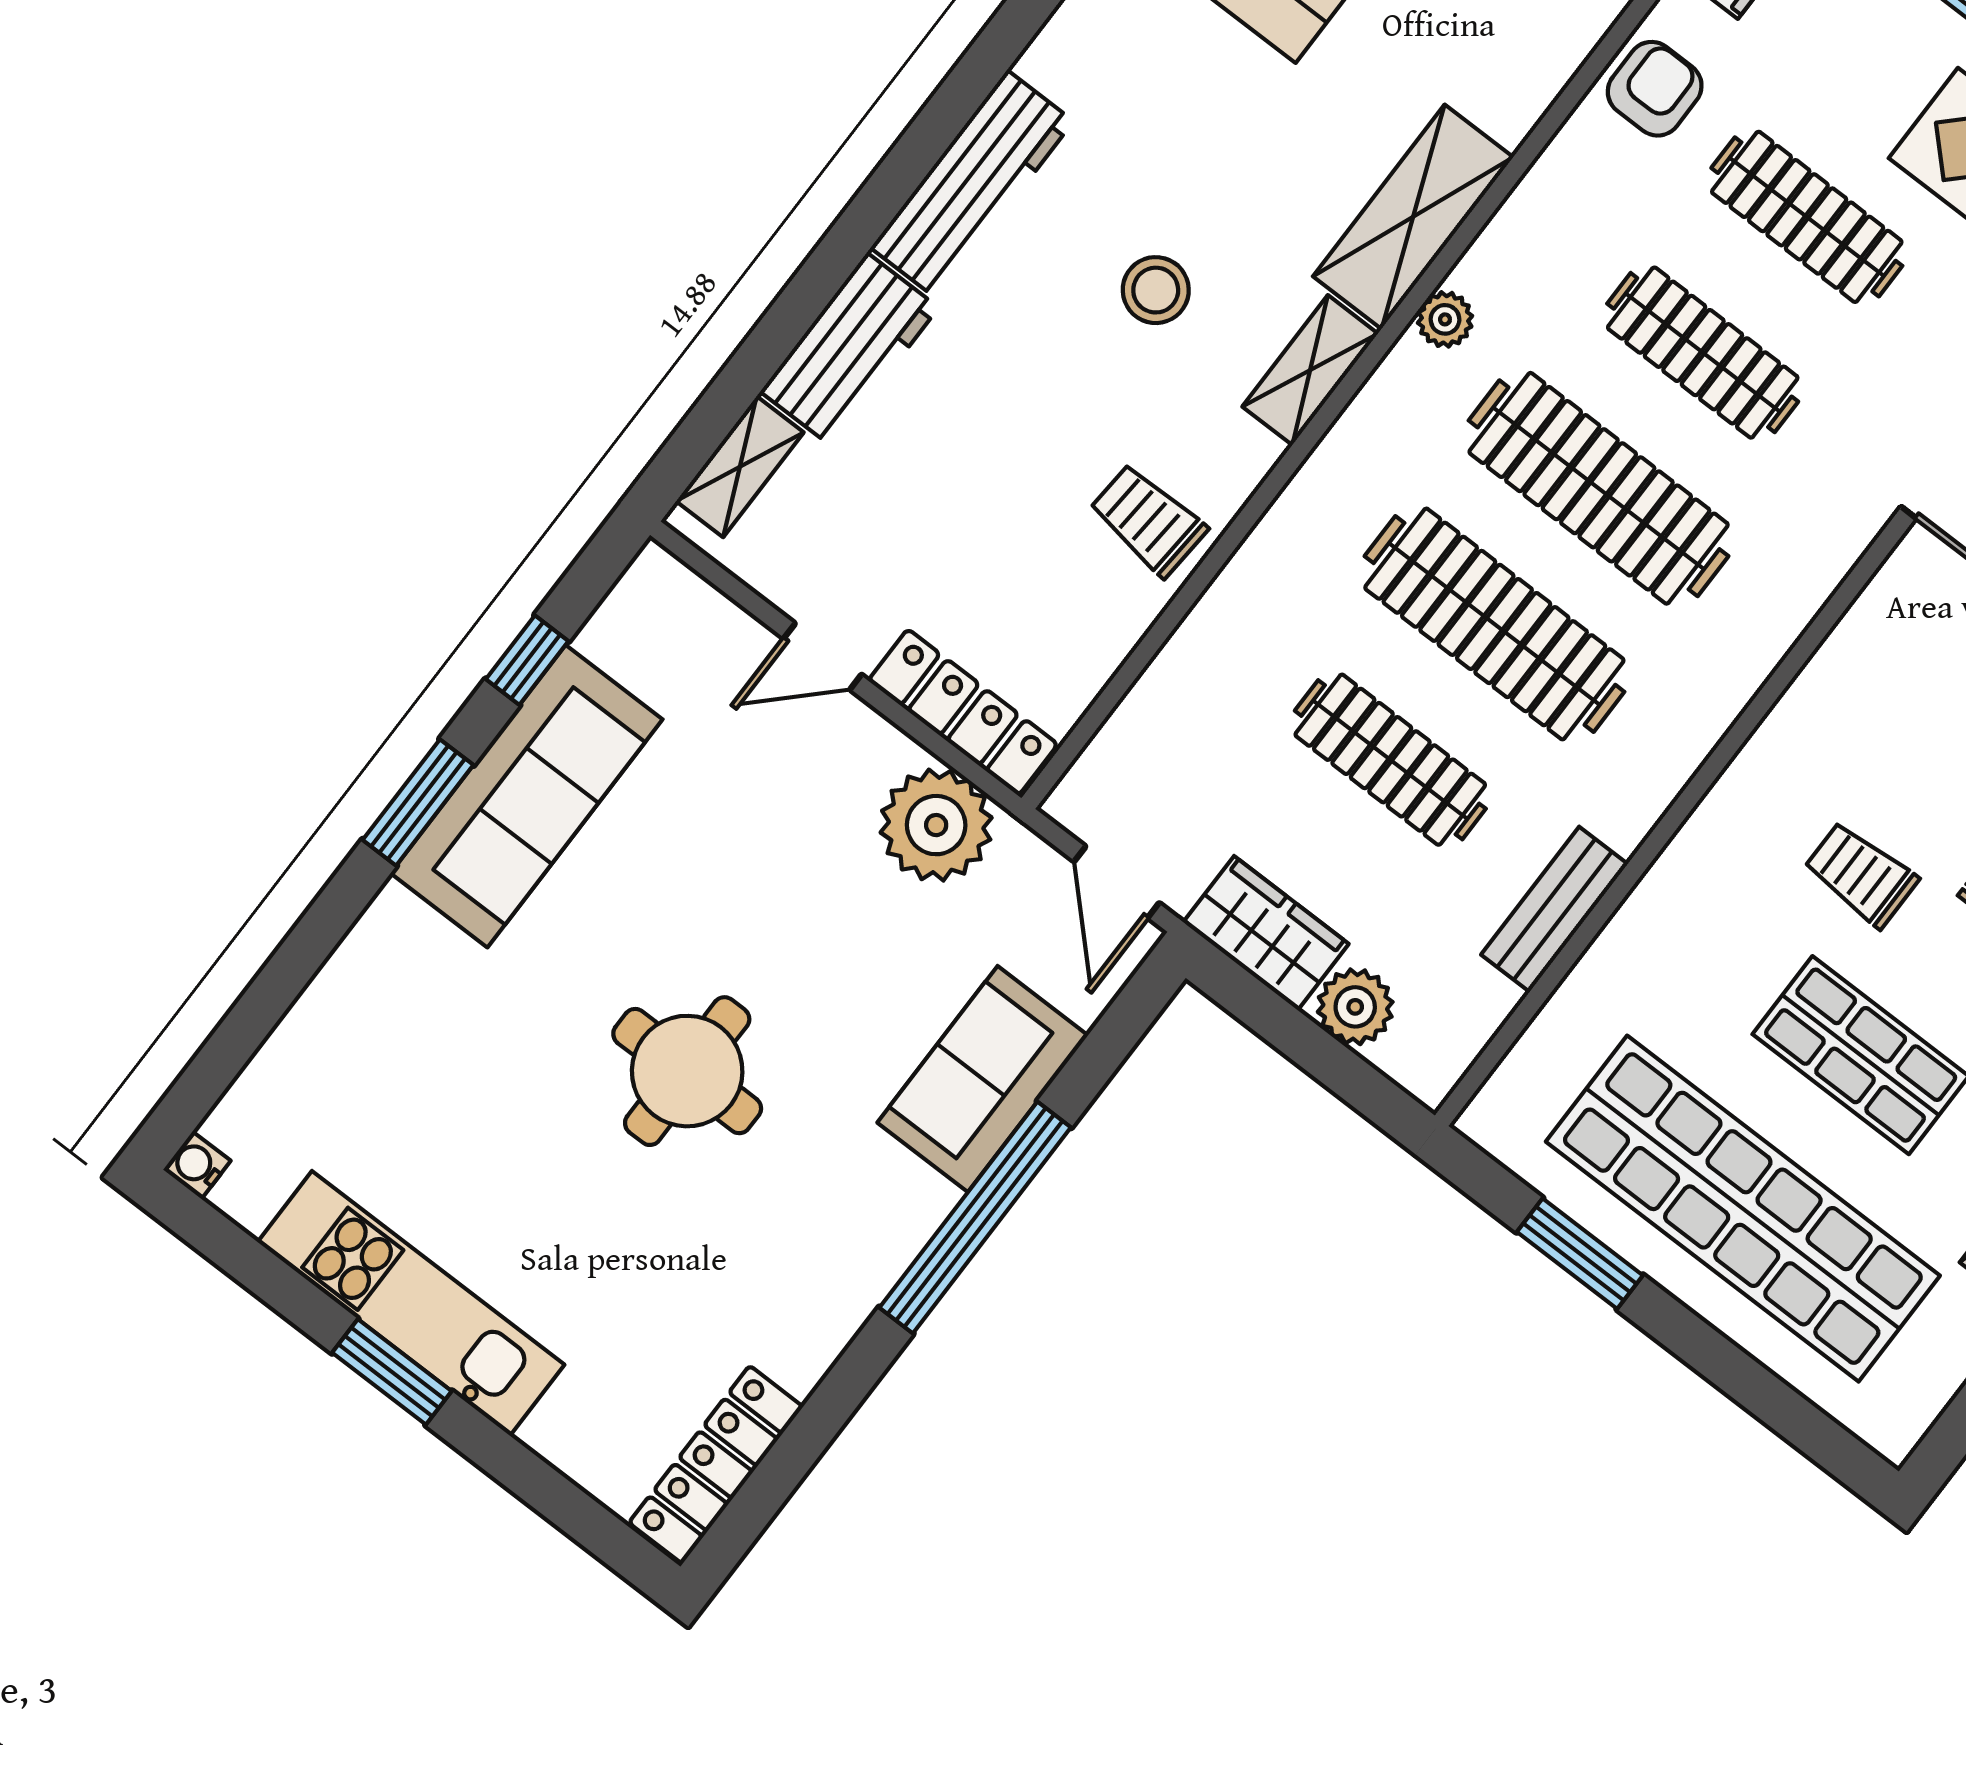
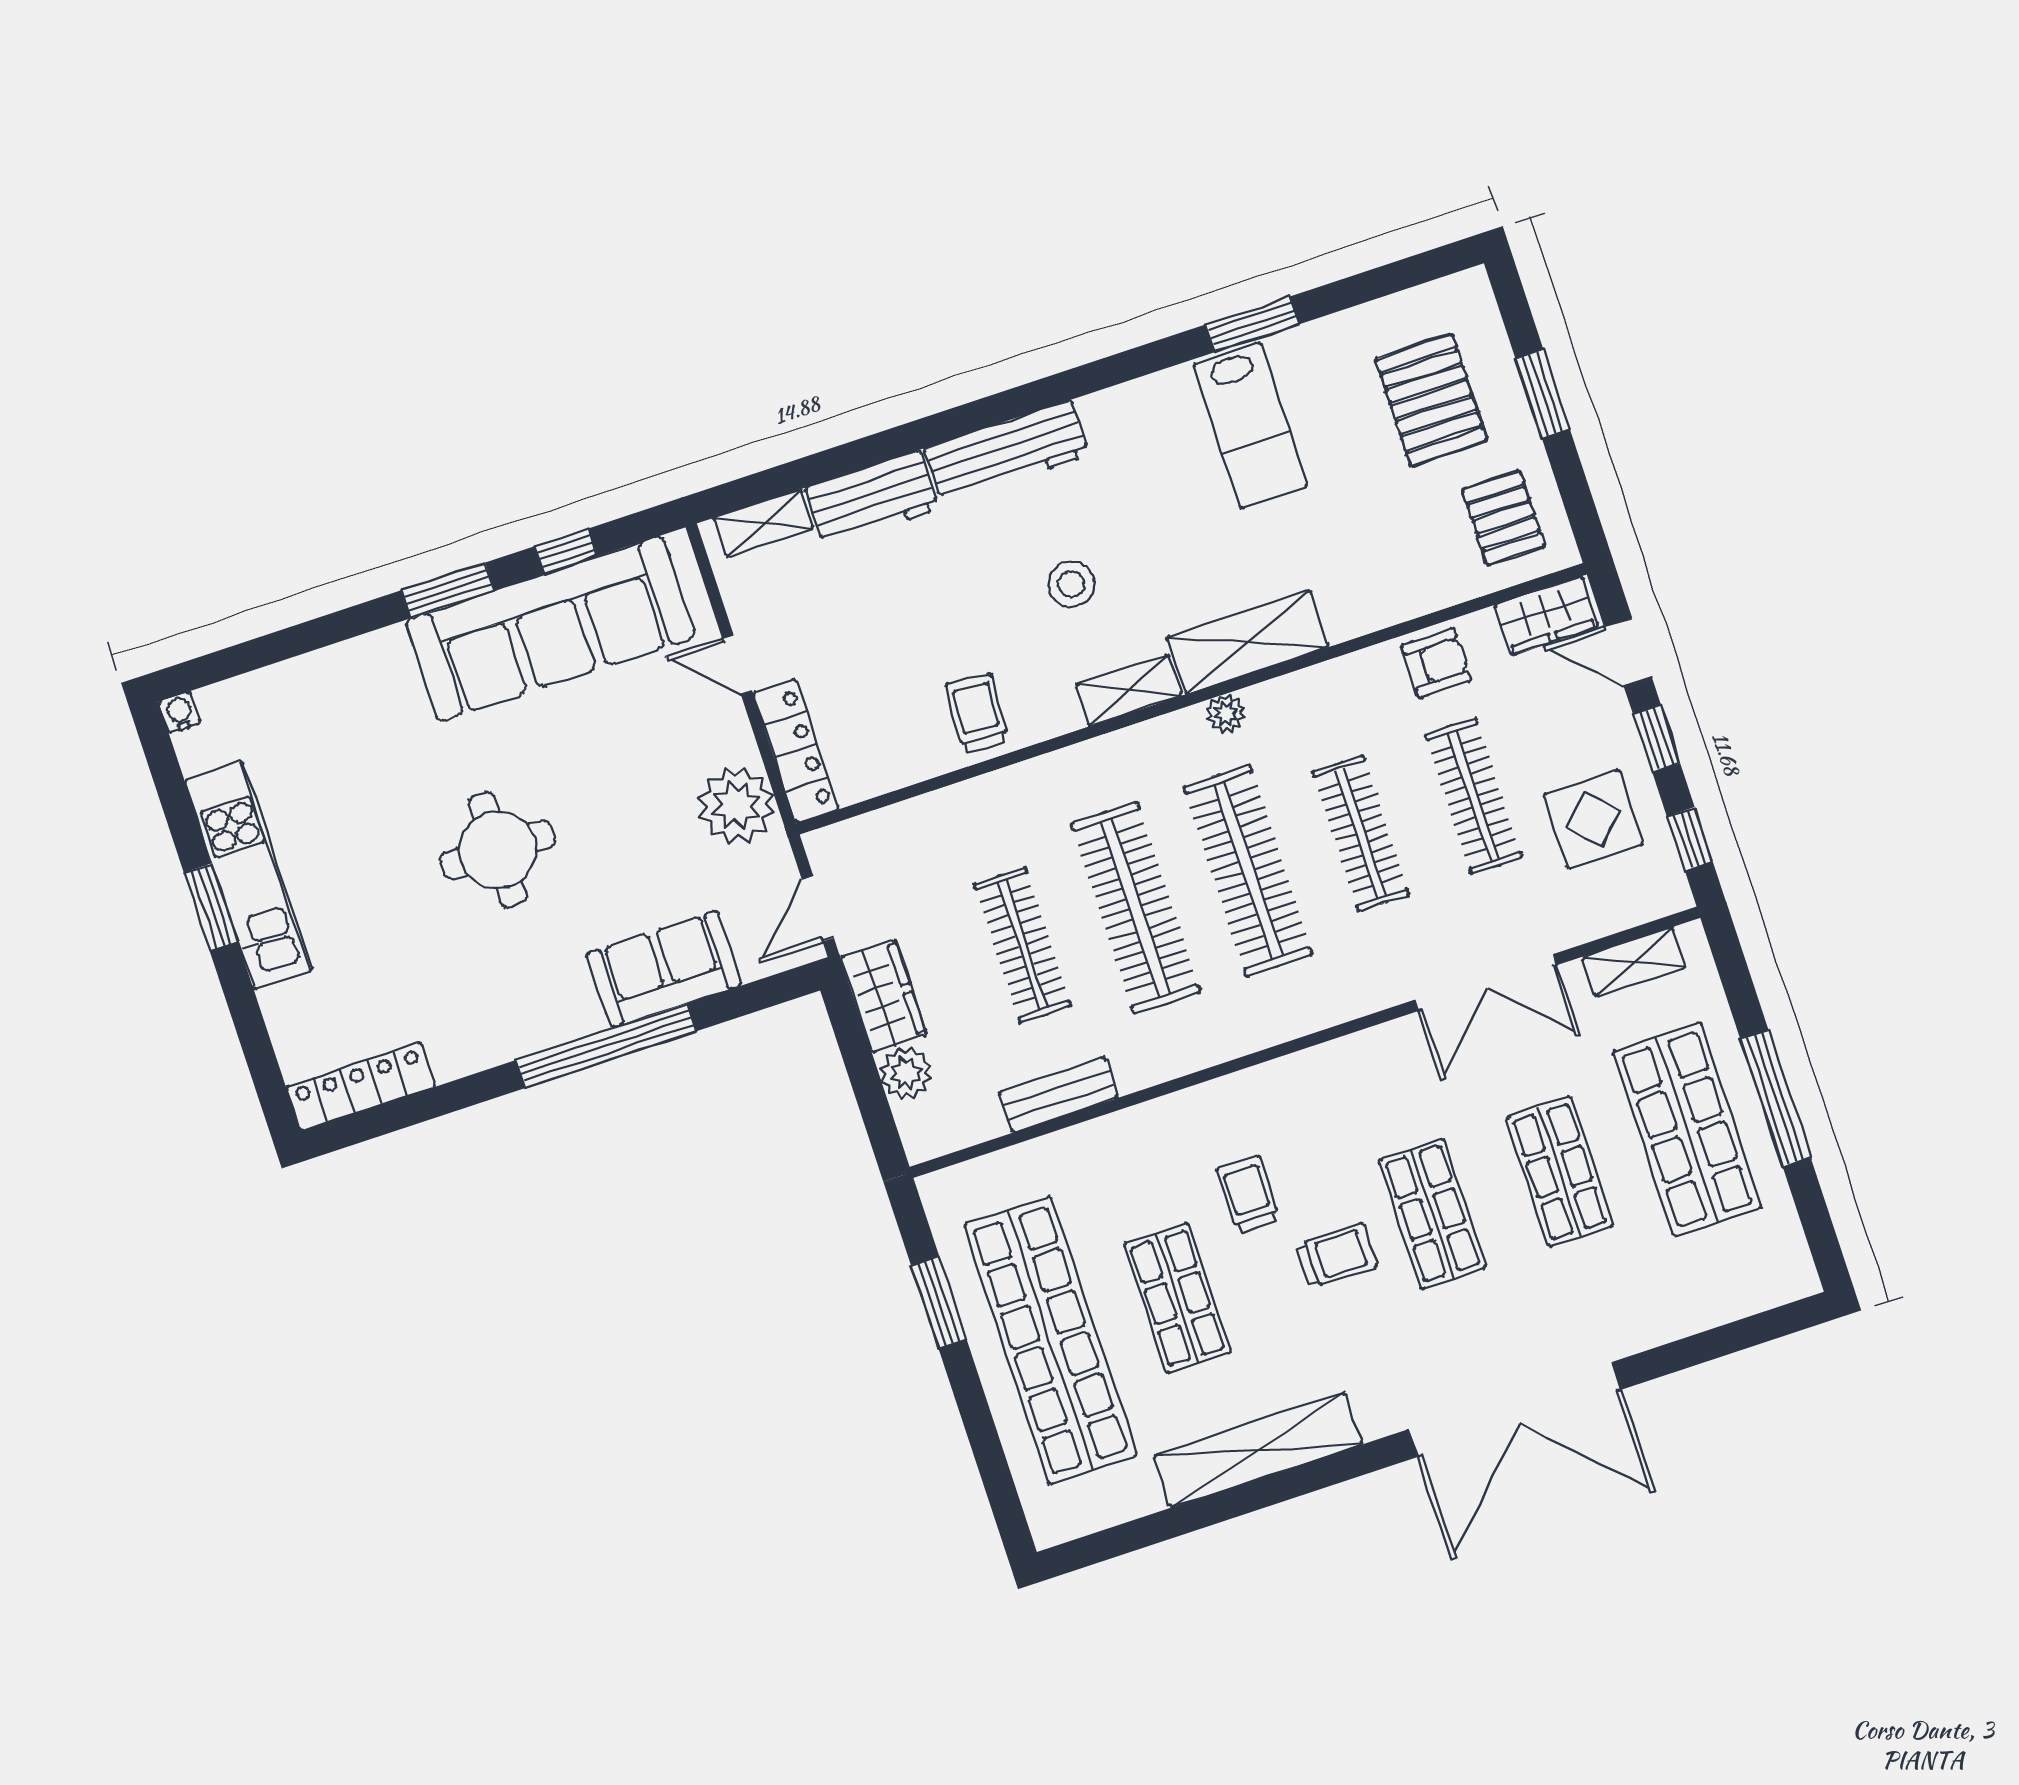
sofa: (527, 796) -> (550, 629), width x1.36, depth x1.27

